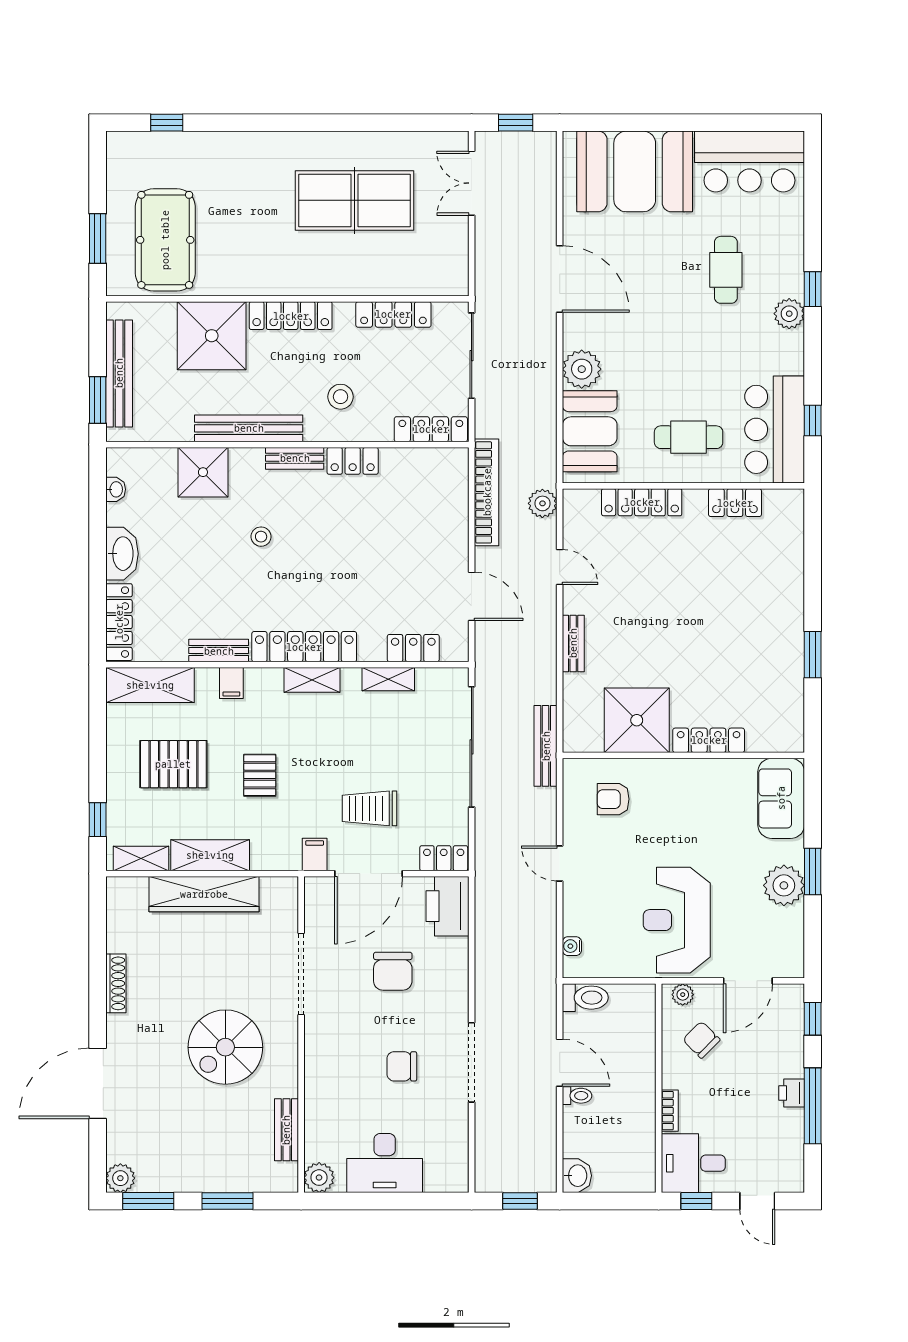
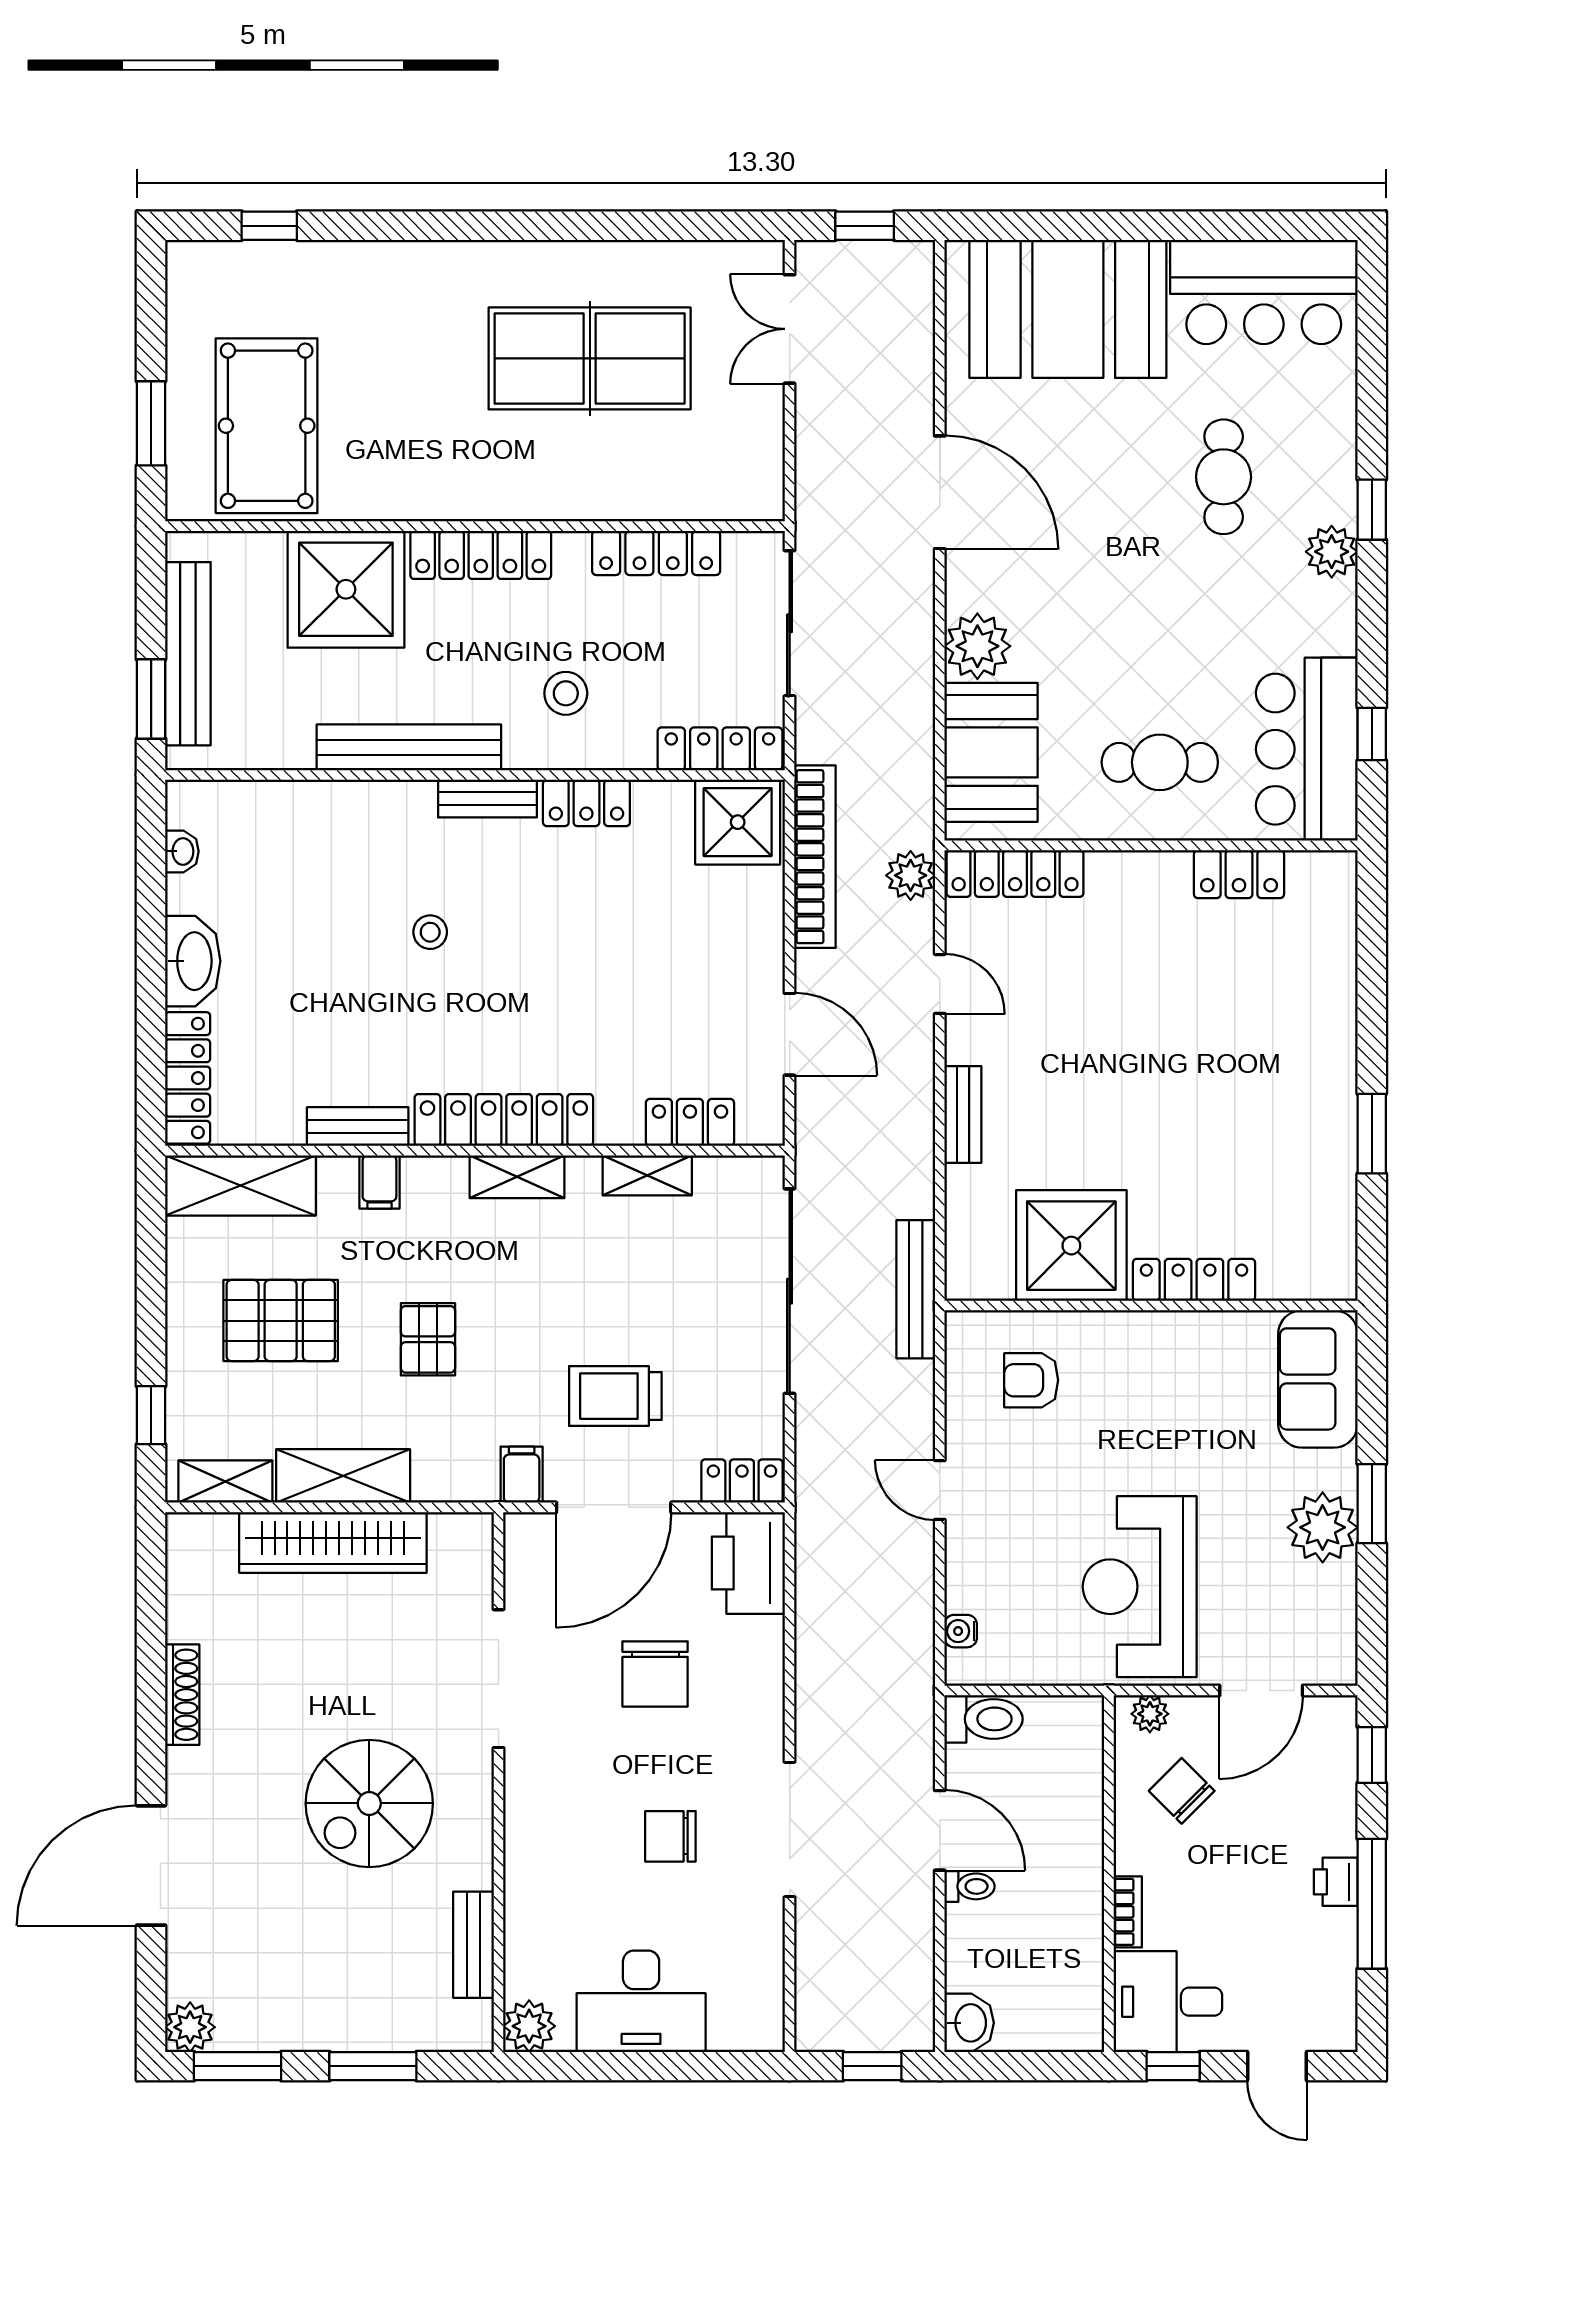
shower: (203, 472) -> (738, 822), moved
locker: (642, 502) -> (1015, 873), moved

